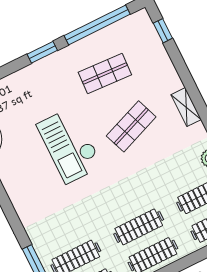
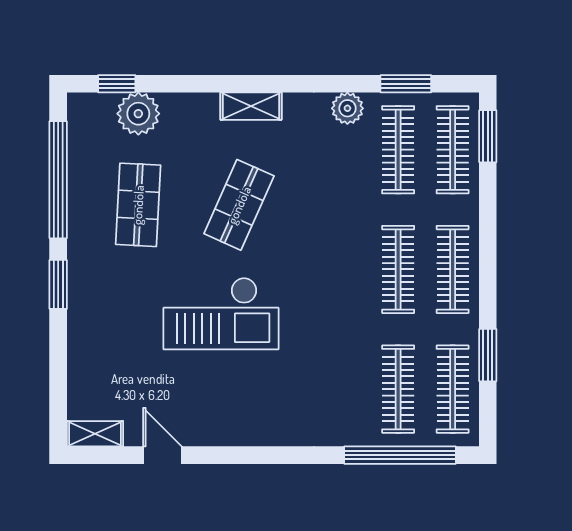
plant: (153, 50) -> (138, 114), added
shop shelf: (131, 126) -> (239, 205), turned 45

